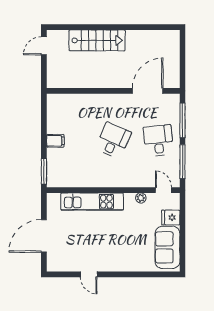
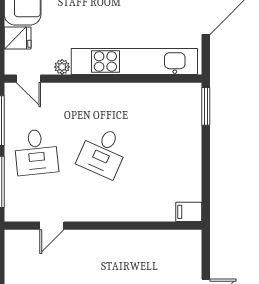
door: (148, 91) -> (52, 226), width x0.53
filing cabinet: (55, 141) -> (189, 212), moved
kitchen unit: (92, 202) -> (134, 61), width x1.36

